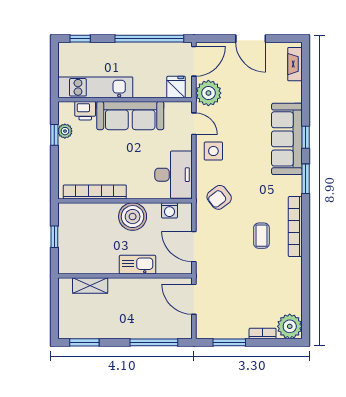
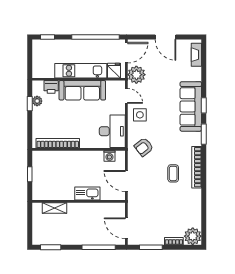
kitchen unit: (95, 87) -> (81, 71), moved
boiler: (133, 217) -> (84, 160), removed
door: (194, 299) -> (126, 228), moved

